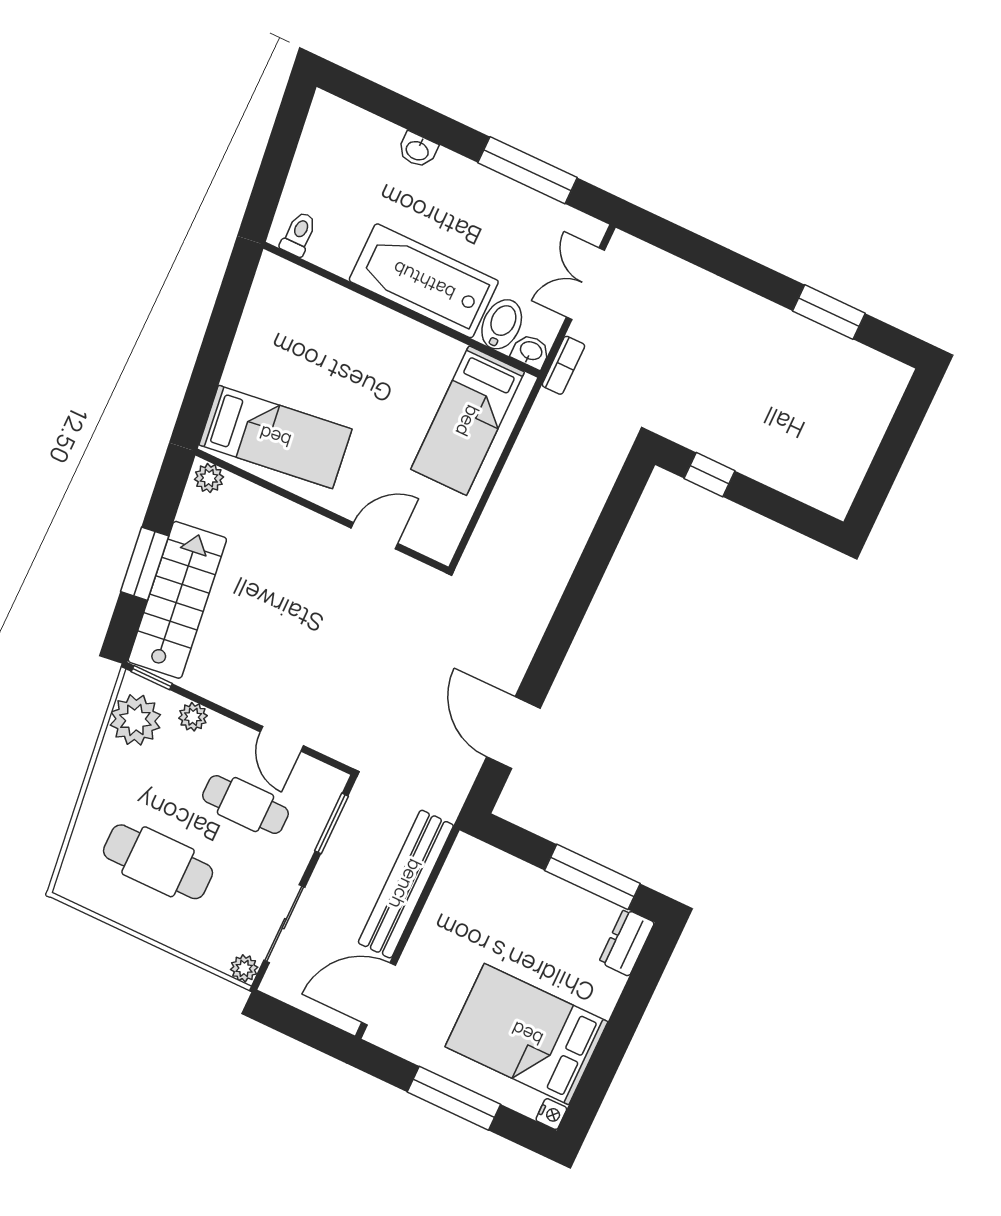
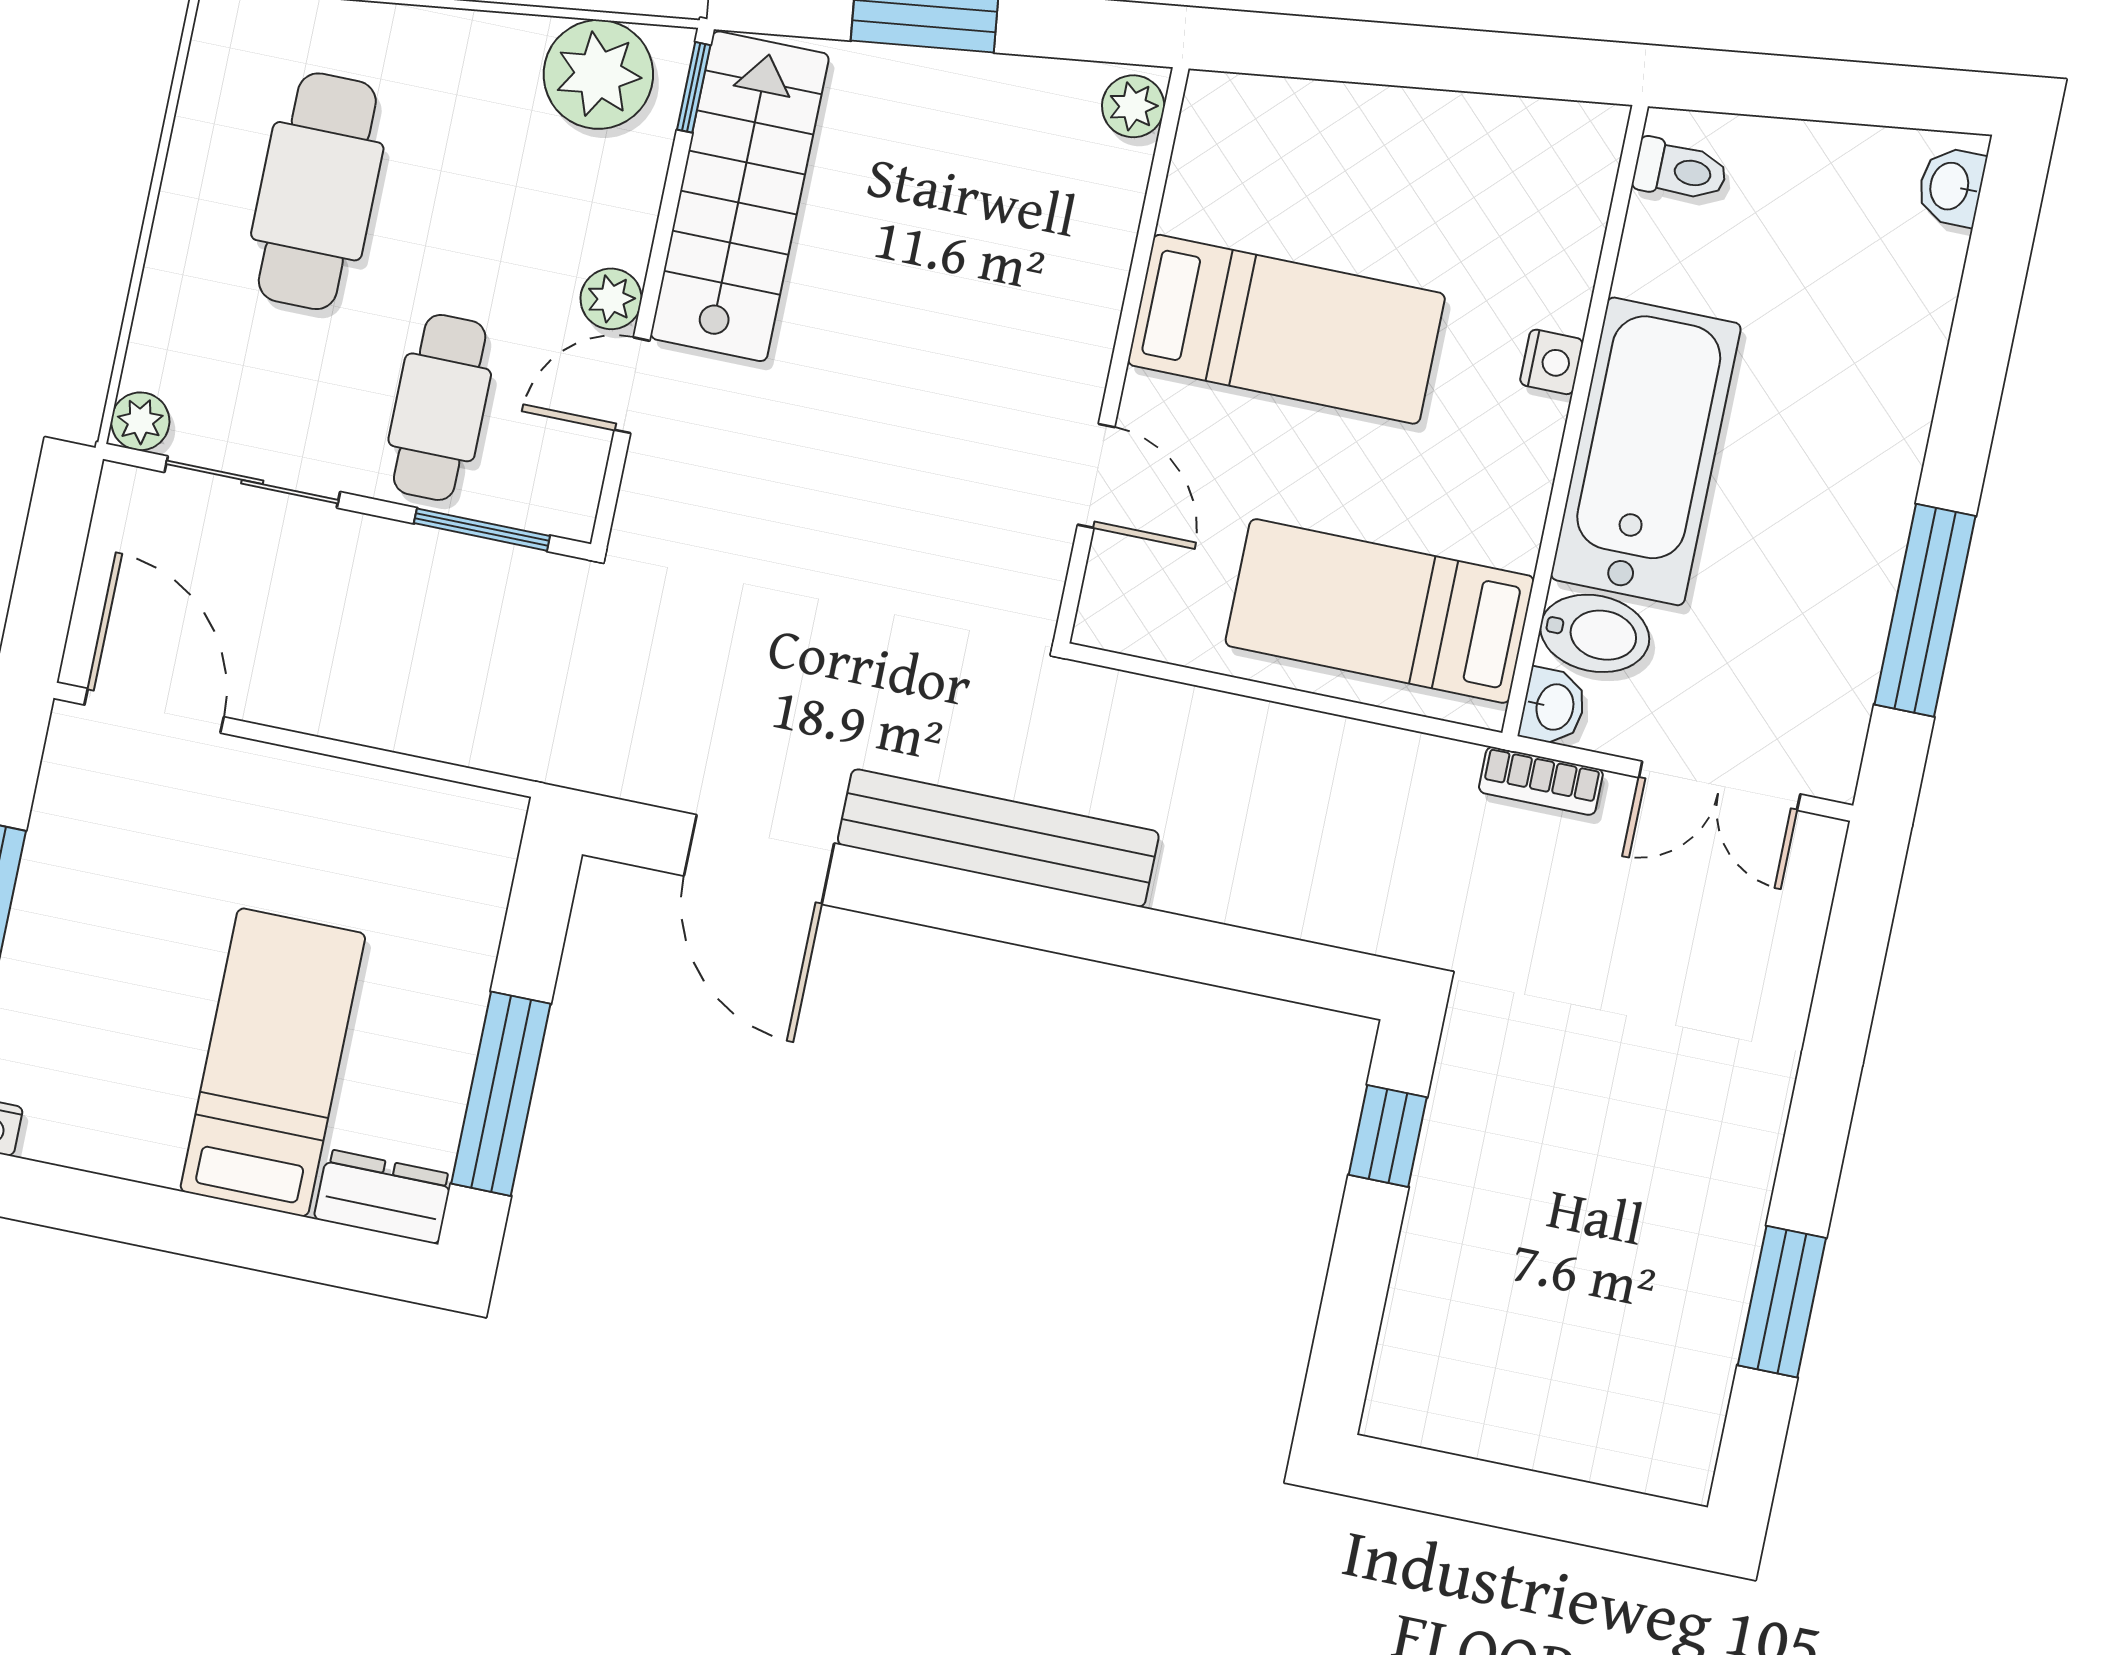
washbasin: (418, 150) -> (1951, 186), moved
double door: (585, 284) -> (1720, 786), swing flipped
nightstand: (372, 314) -> (1552, 362), added
bed: (275, 437) -> (1286, 329), moved, turned -83
stairs: (177, 600) -> (740, 196), moved, turned -83
plant: (193, 717) -> (611, 299), moved
door: (513, 733) -> (759, 859), swing flipped
cafe table: (245, 805) -> (440, 407), moved
bench: (406, 884) -> (998, 838), moved
bed: (527, 1034) -> (273, 1062), moved, width x0.67

